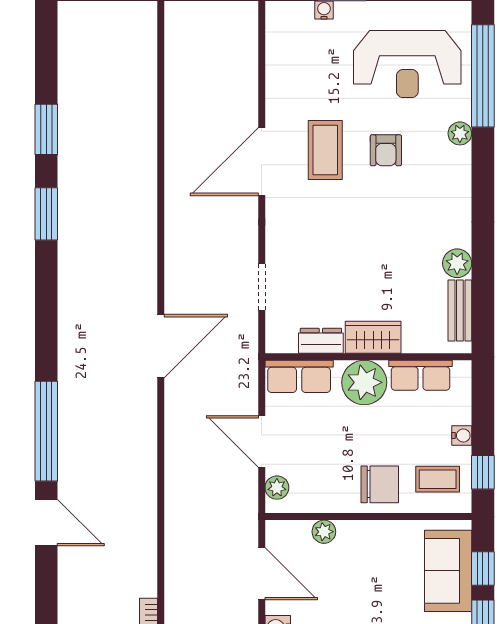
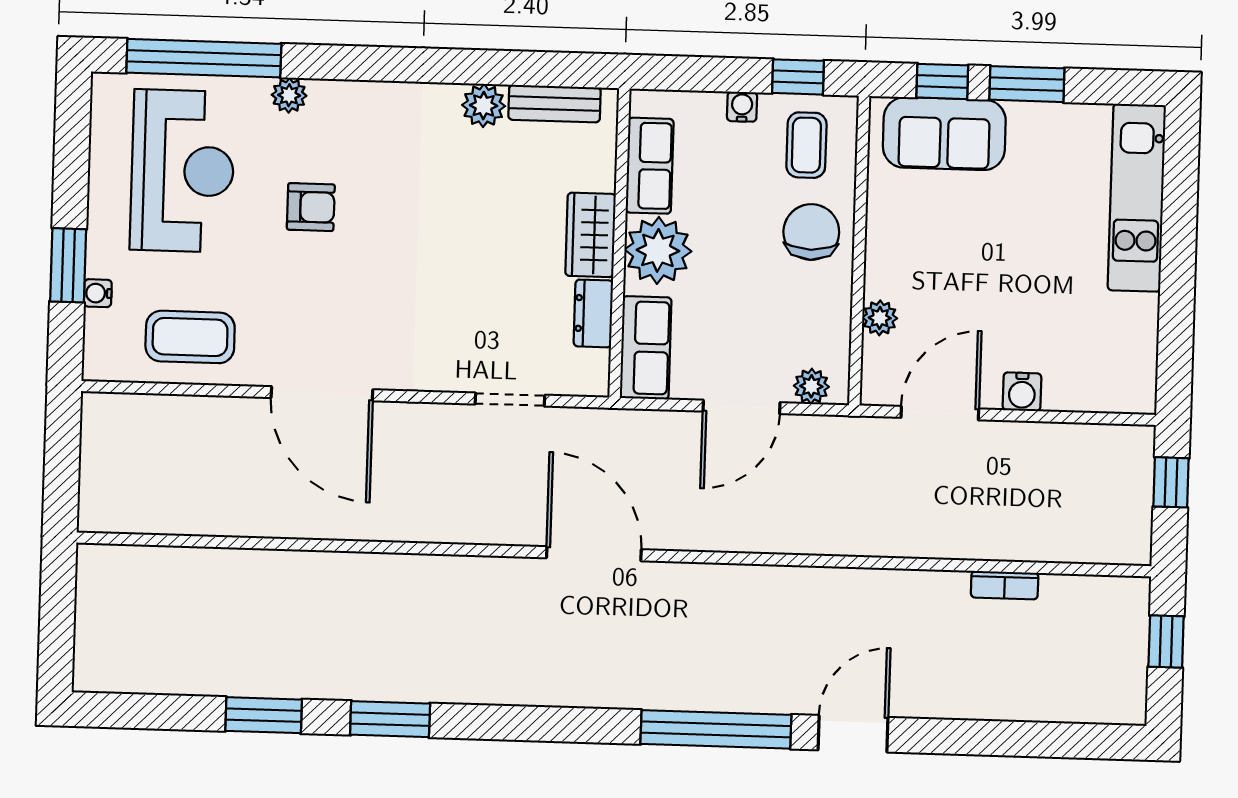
coffee table: (325, 150) -> (190, 337), moved

